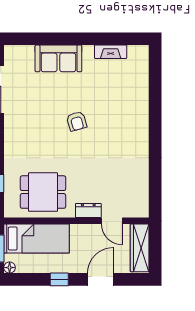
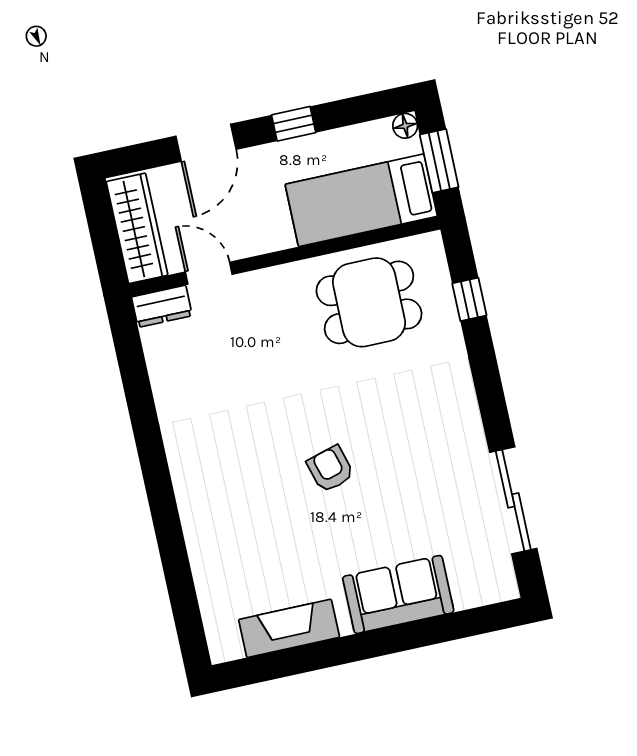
fireplace: (111, 52) -> (289, 628), width x1.37, depth x1.32
dresser: (88, 211) -> (162, 306), moved

